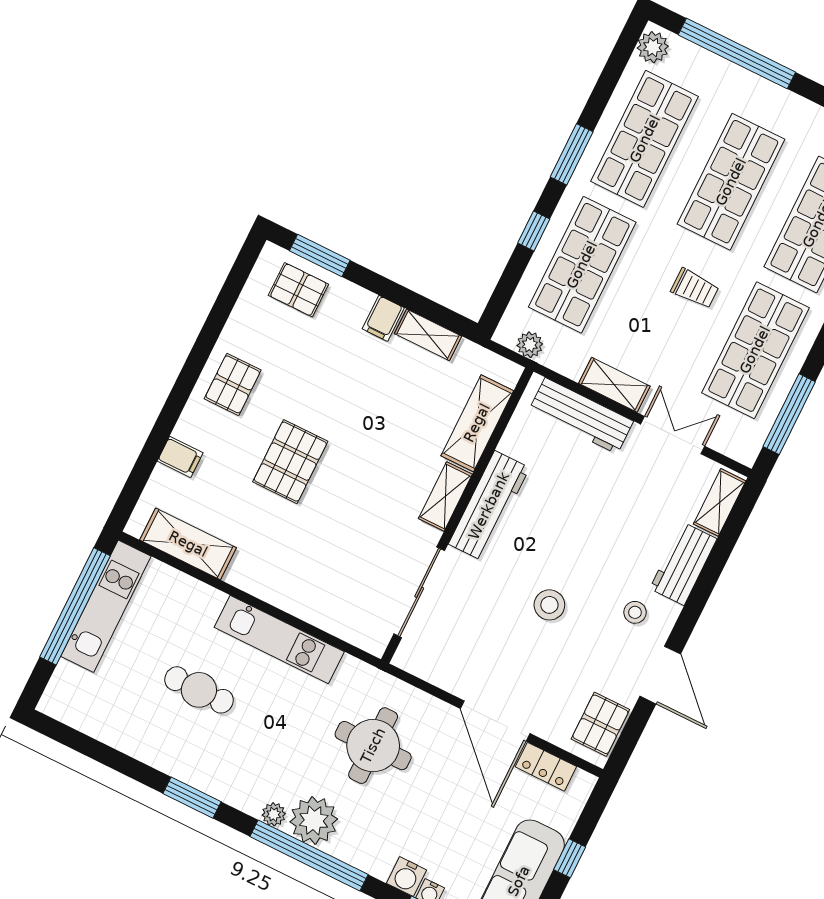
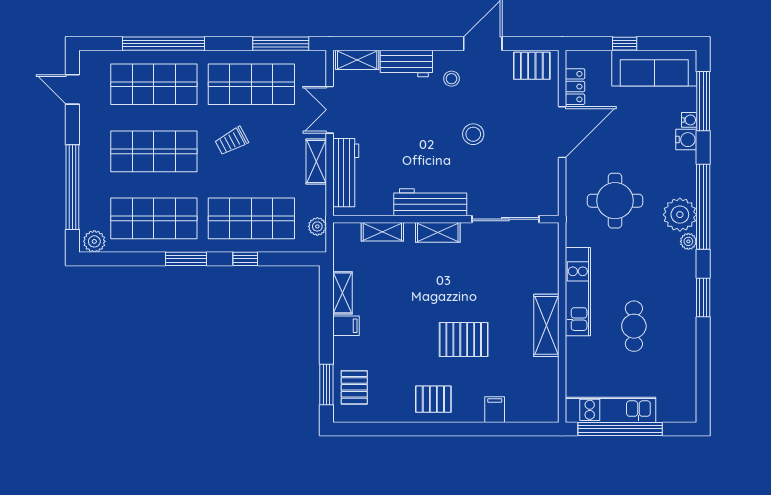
trolley: (695, 288) -> (232, 141), turned -118
shelving: (477, 423) -> (382, 232), width x0.67, depth x0.75
shelving: (188, 544) -> (546, 325), moved

